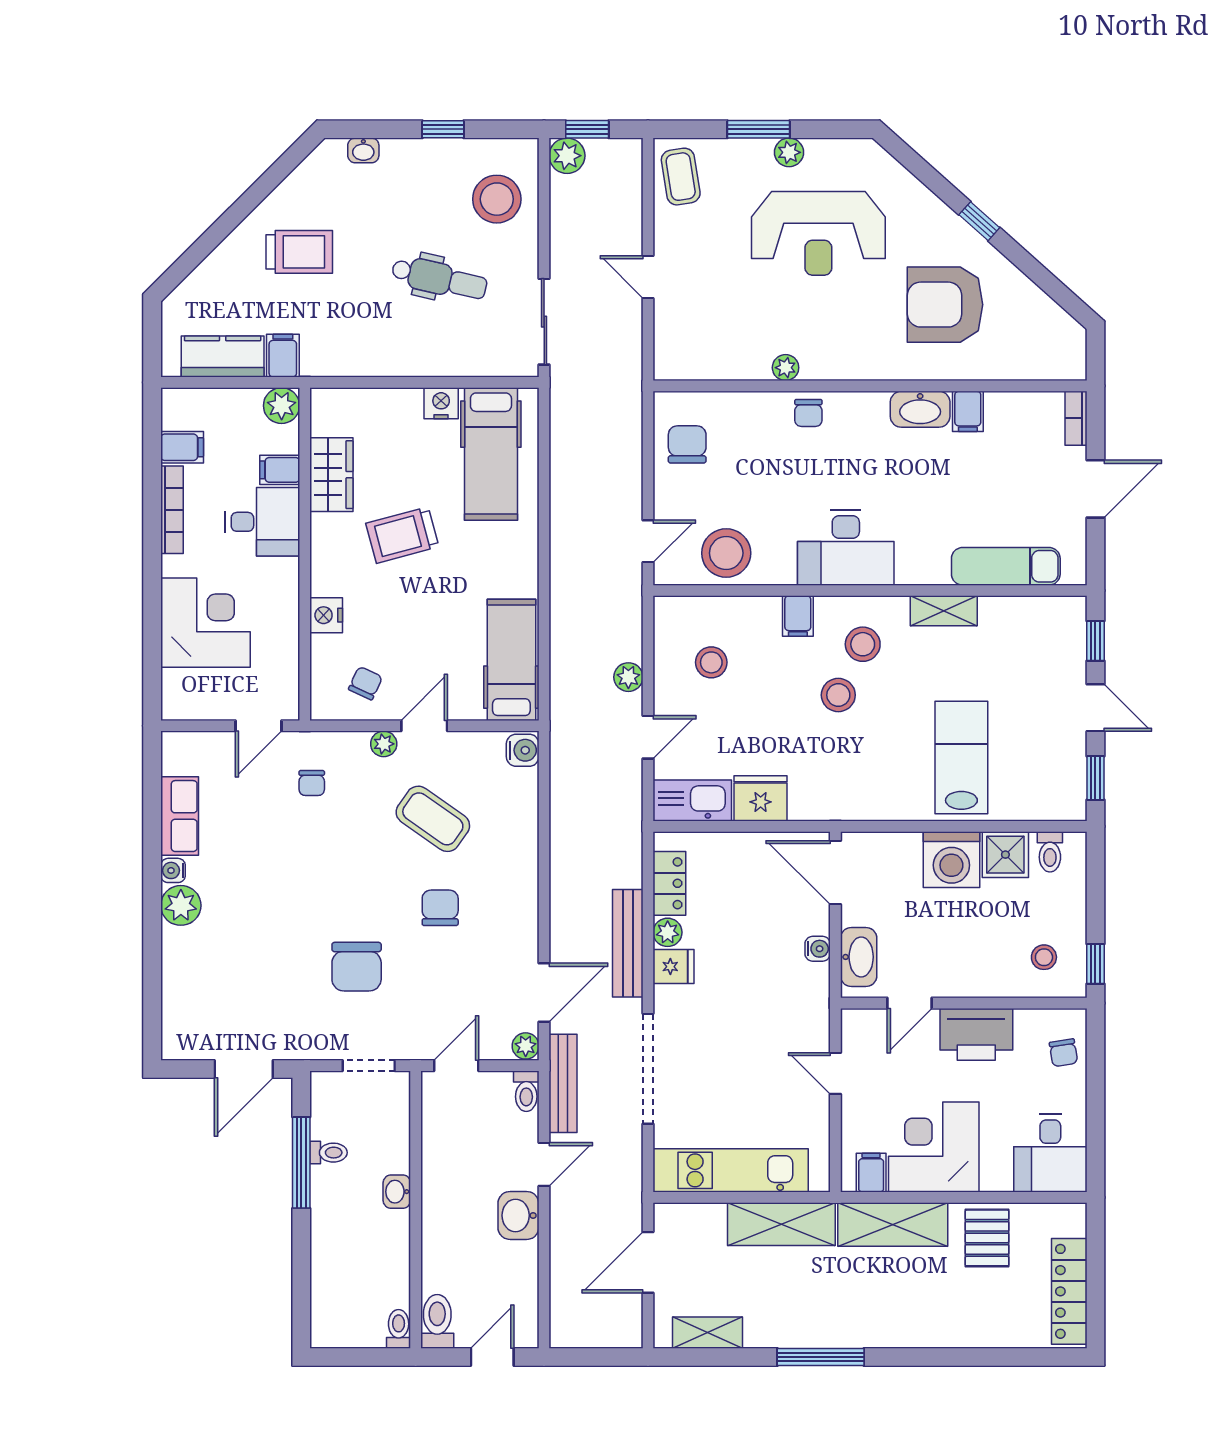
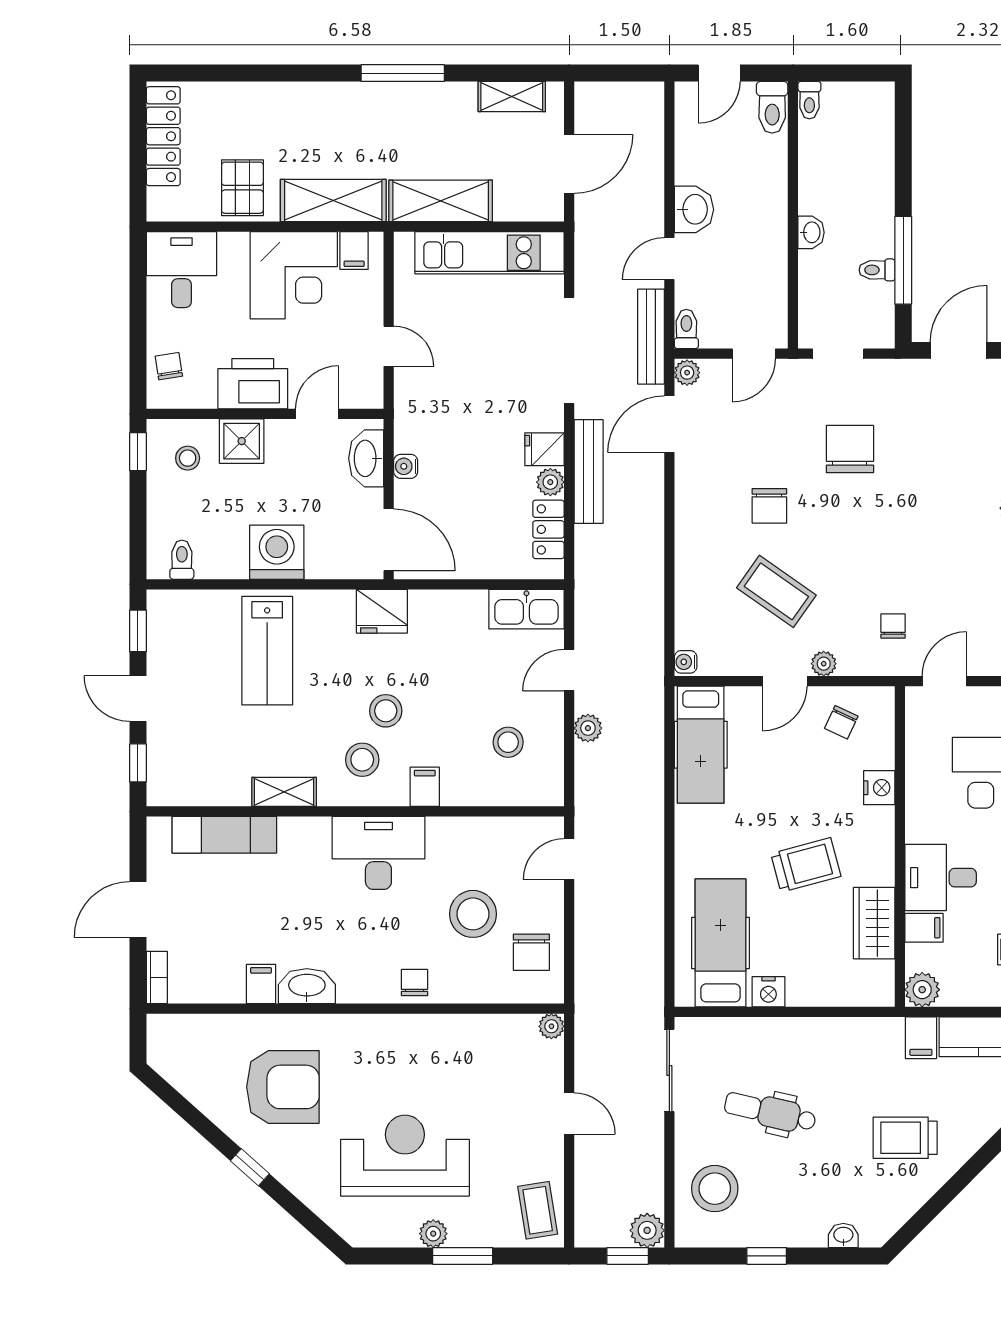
plant: (786, 368) -> (551, 1026), moved
stool: (726, 553) -> (473, 914), moved
water cooler: (523, 750) -> (686, 662), width x0.72, depth x0.72
fridge: (761, 798) -> (382, 611), moved
shower: (1005, 855) -> (242, 441), moved

